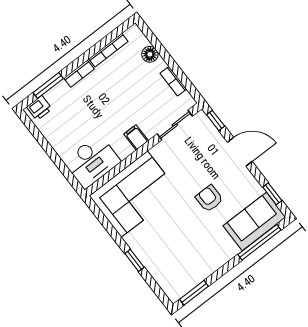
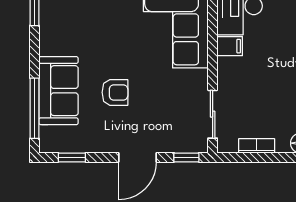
filing cabinet: (136, 137) -> (230, 46), moved
sofa: (254, 221) -> (59, 91), moved

